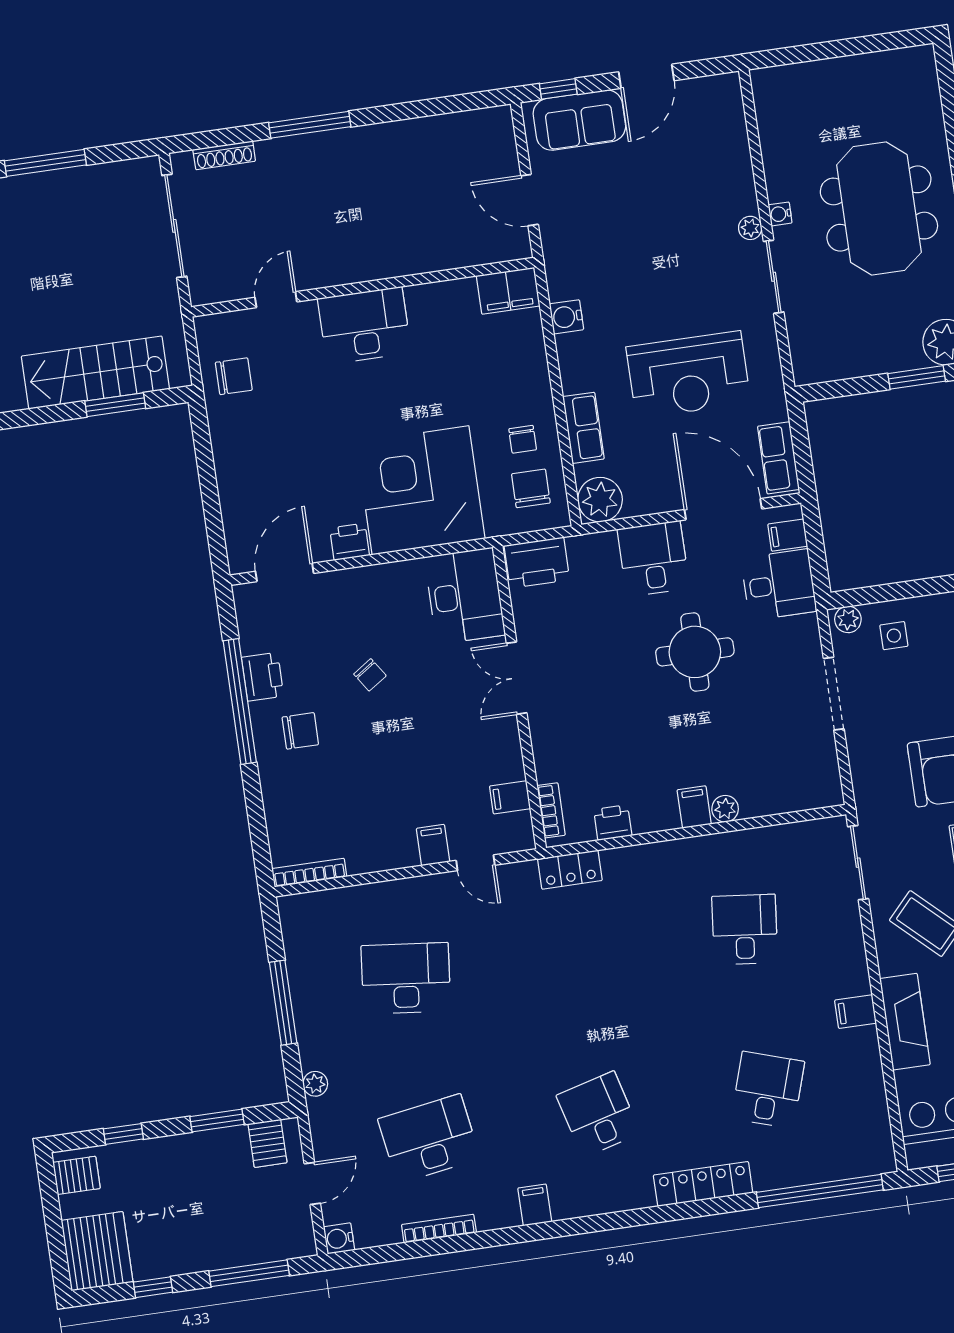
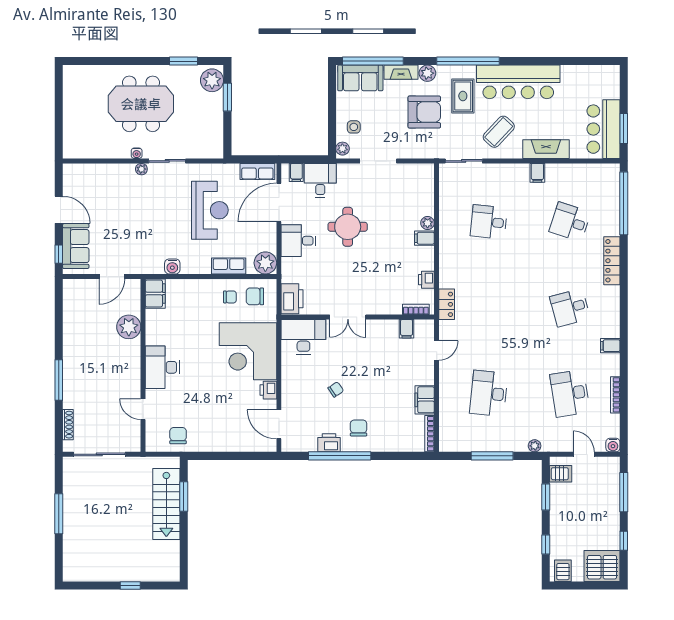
plant: (435, 248) -> (129, 327), added
filing cabinet: (433, 845) -> (425, 400), moved, width x2.00

